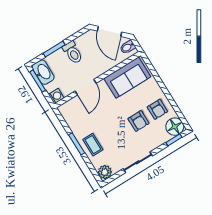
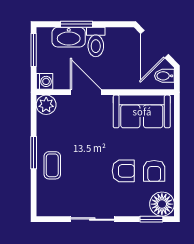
washbasin: (43, 72) -> (69, 37), moved, turned 90
door: (86, 87) -> (86, 92), swing flipped
armchair: (139, 121) -> (123, 171), turned -90
plant: (105, 172) -> (46, 105), moved

